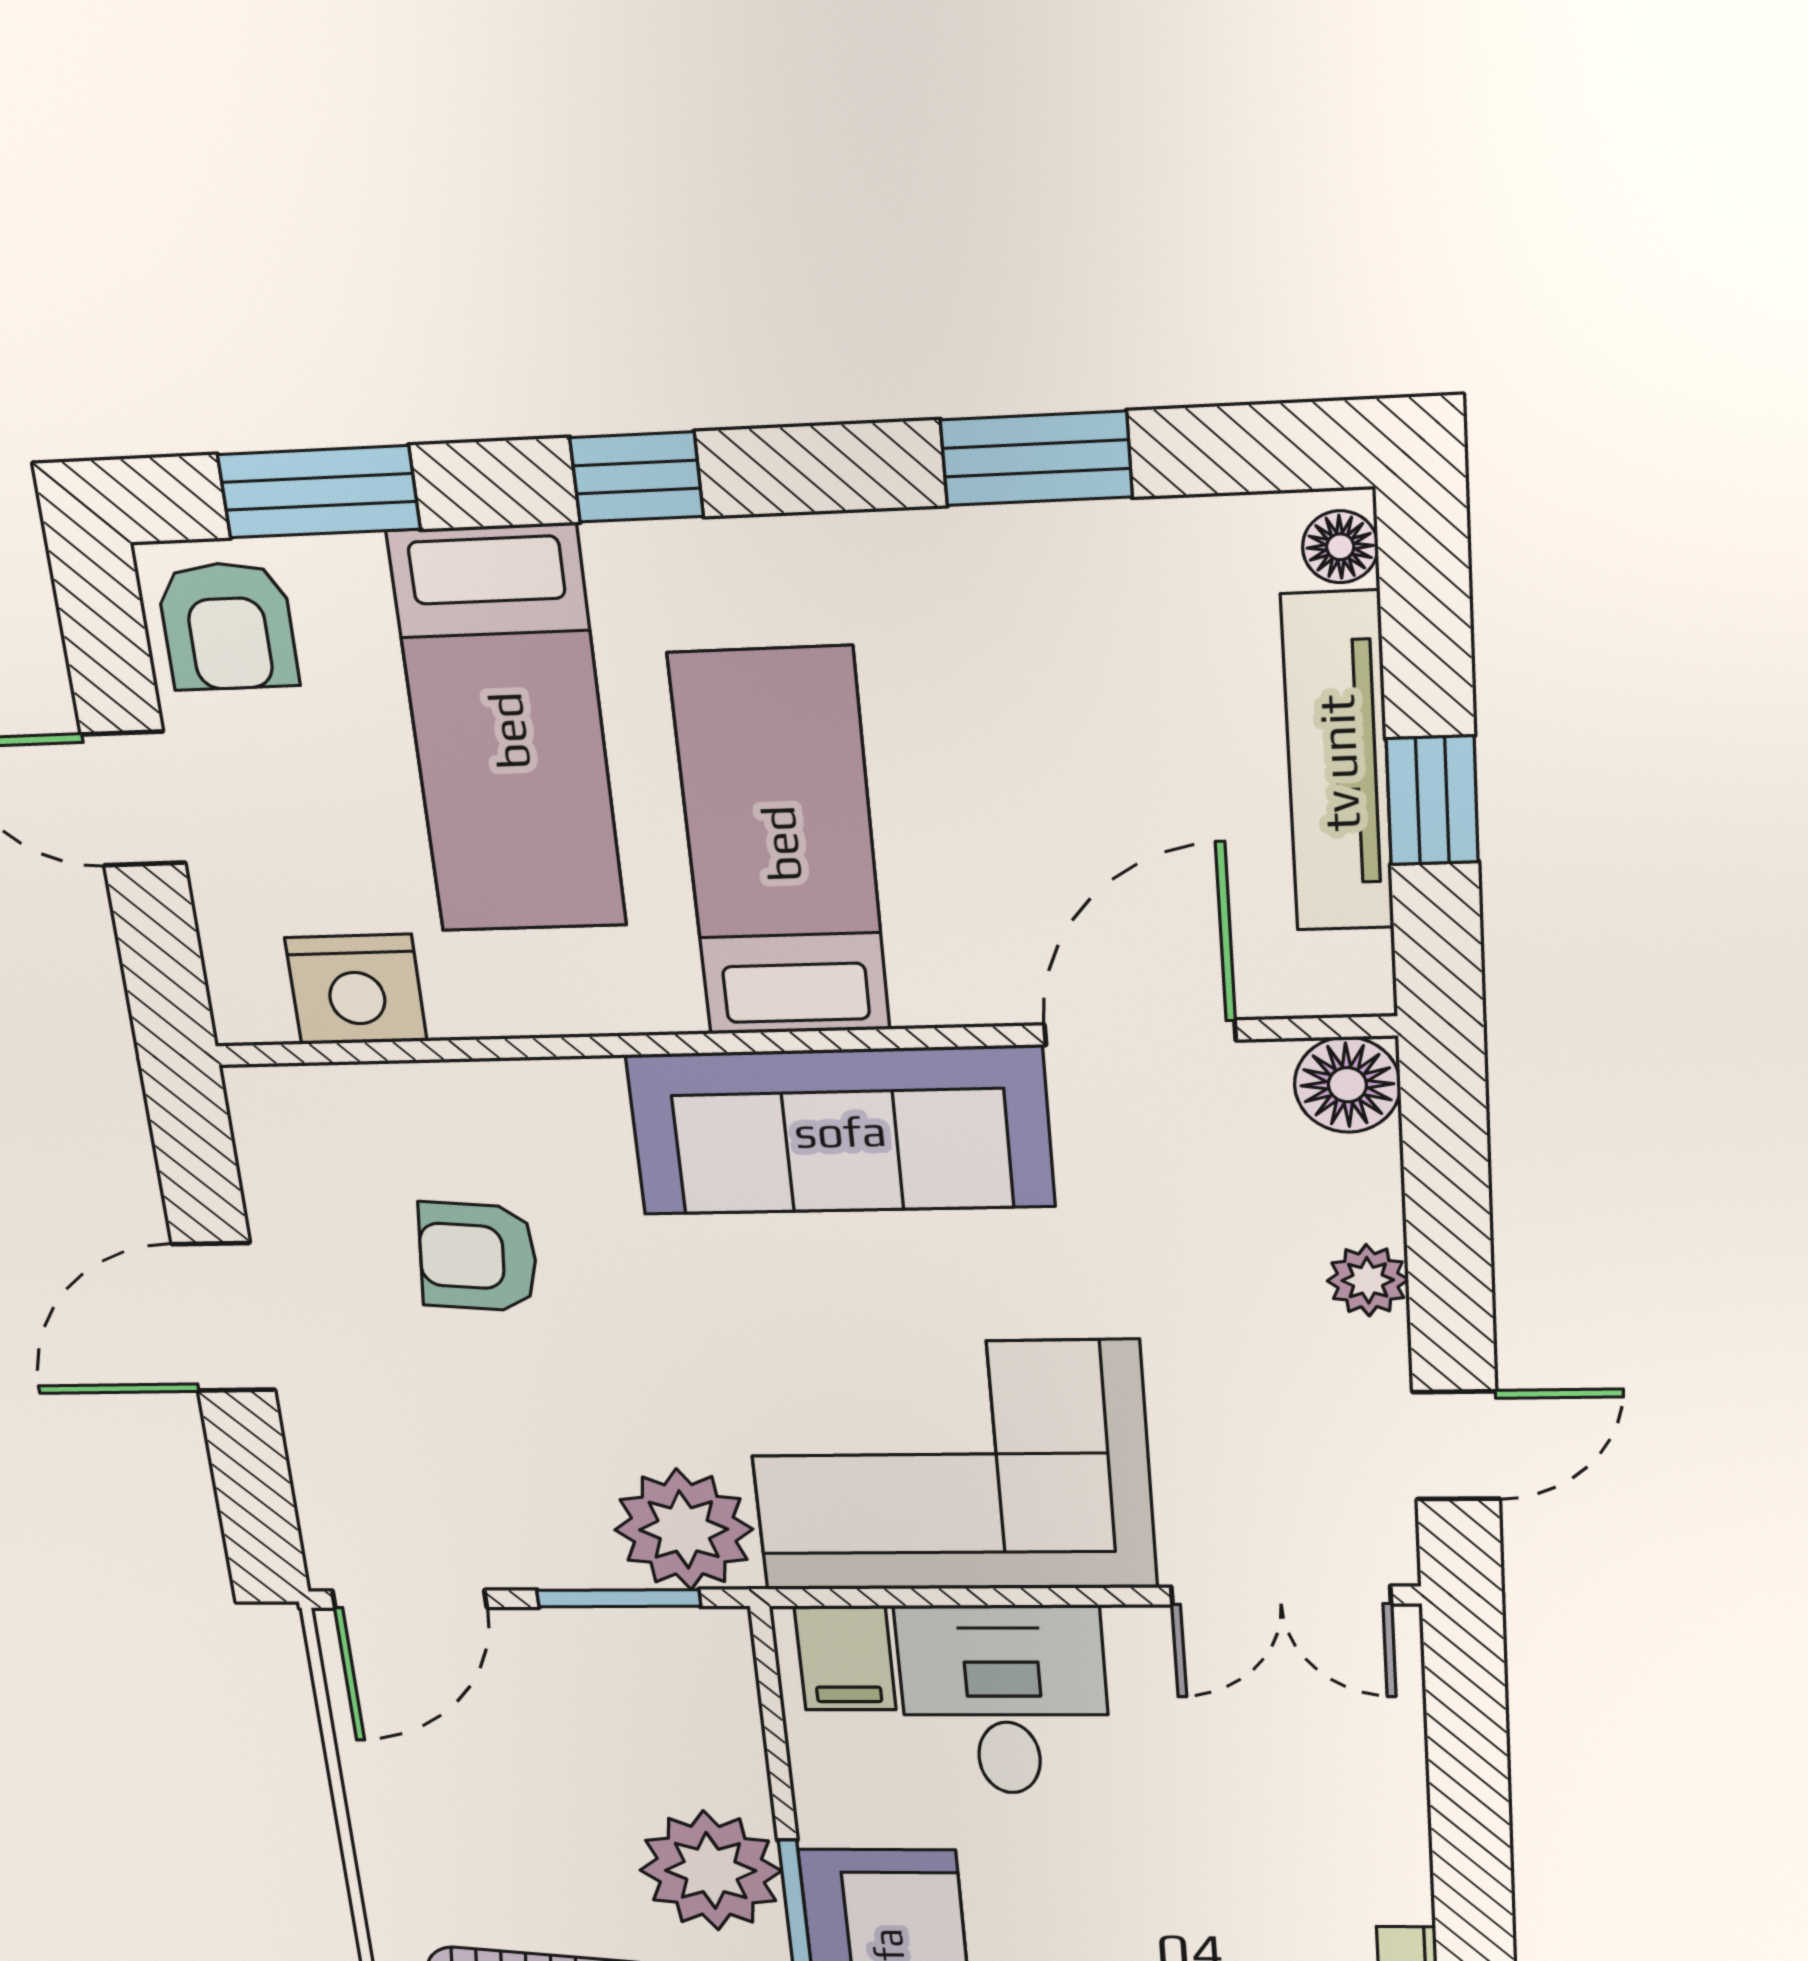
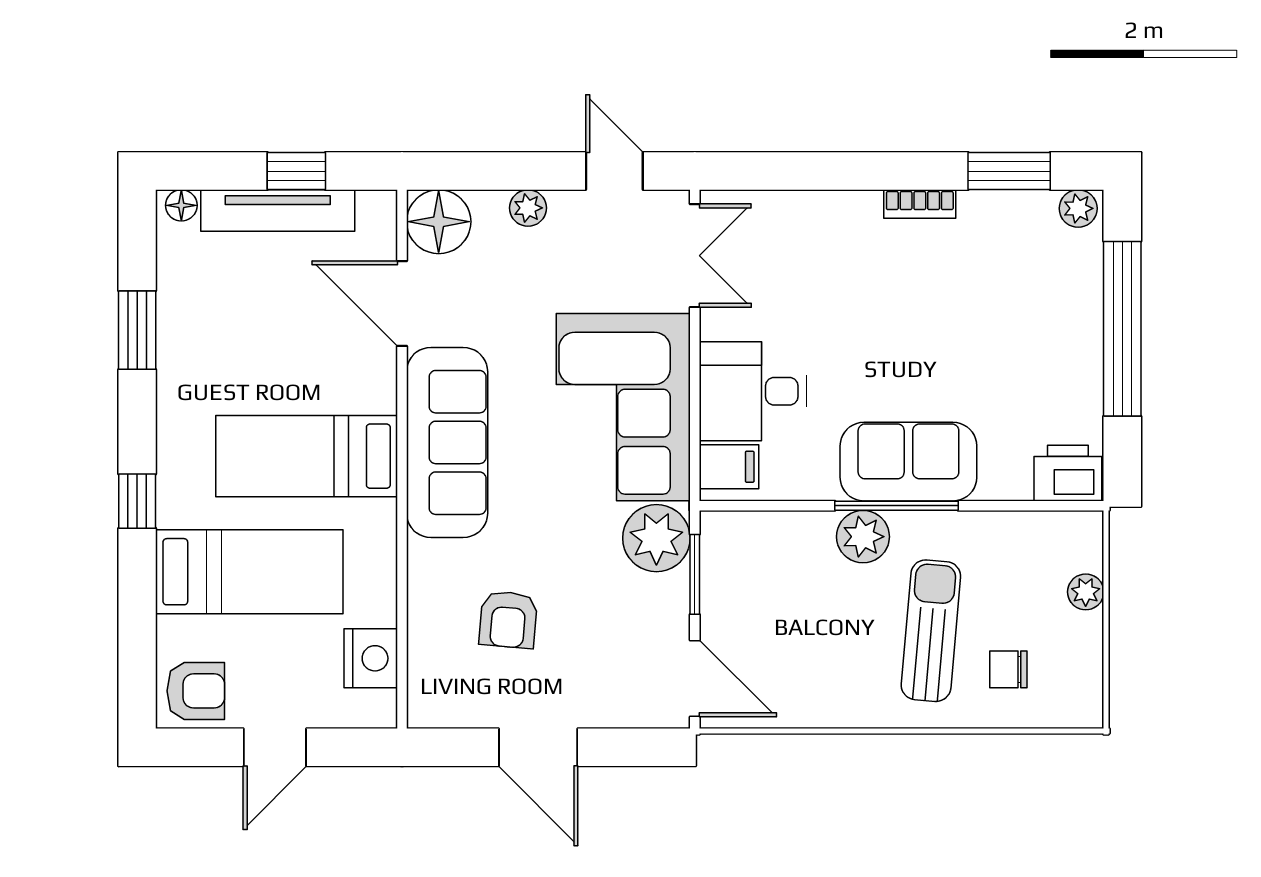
window: (319, 492) -> (137, 641), removed
floor lamp: (1347, 1085) -> (439, 222), width x1.38, depth x1.38
plant: (711, 1871) -> (863, 537), width x0.73, depth x0.73

